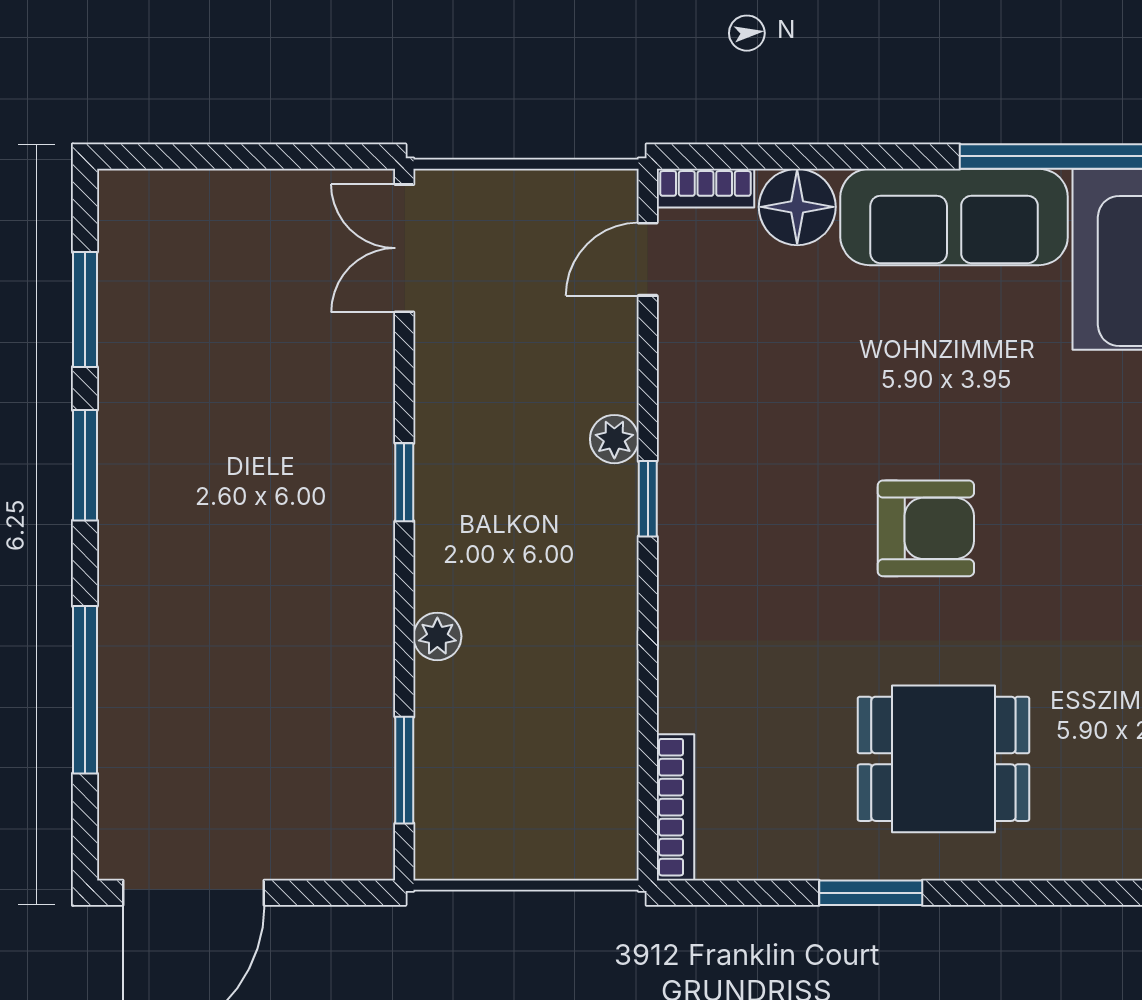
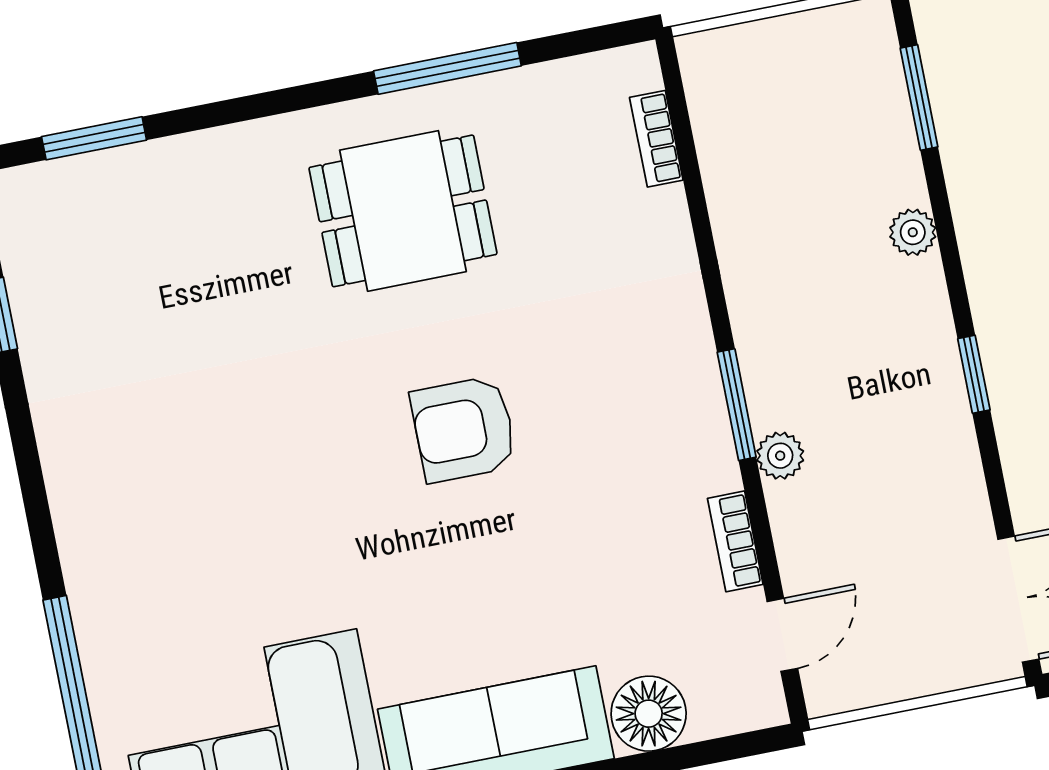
bookcase: (705, 188) -> (735, 541), moved, turned -90
window: (648, 499) -> (737, 405), width x1.50
bookcase: (676, 807) -> (656, 139), width x0.64
window: (871, 893) -> (447, 68), width x1.44

